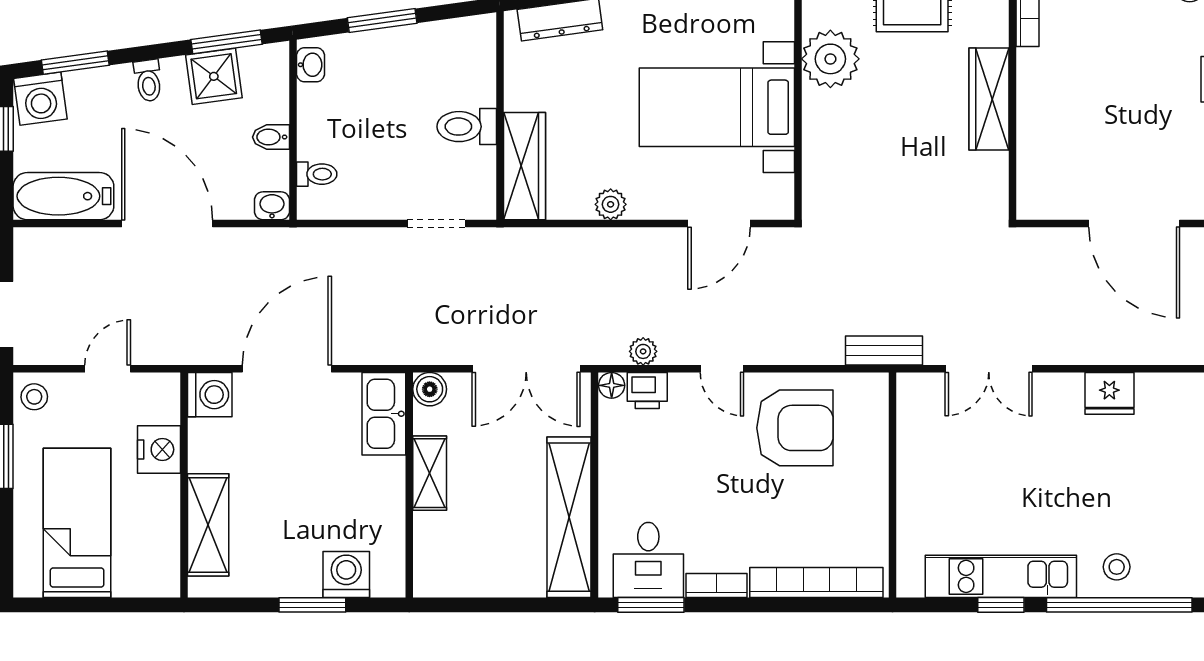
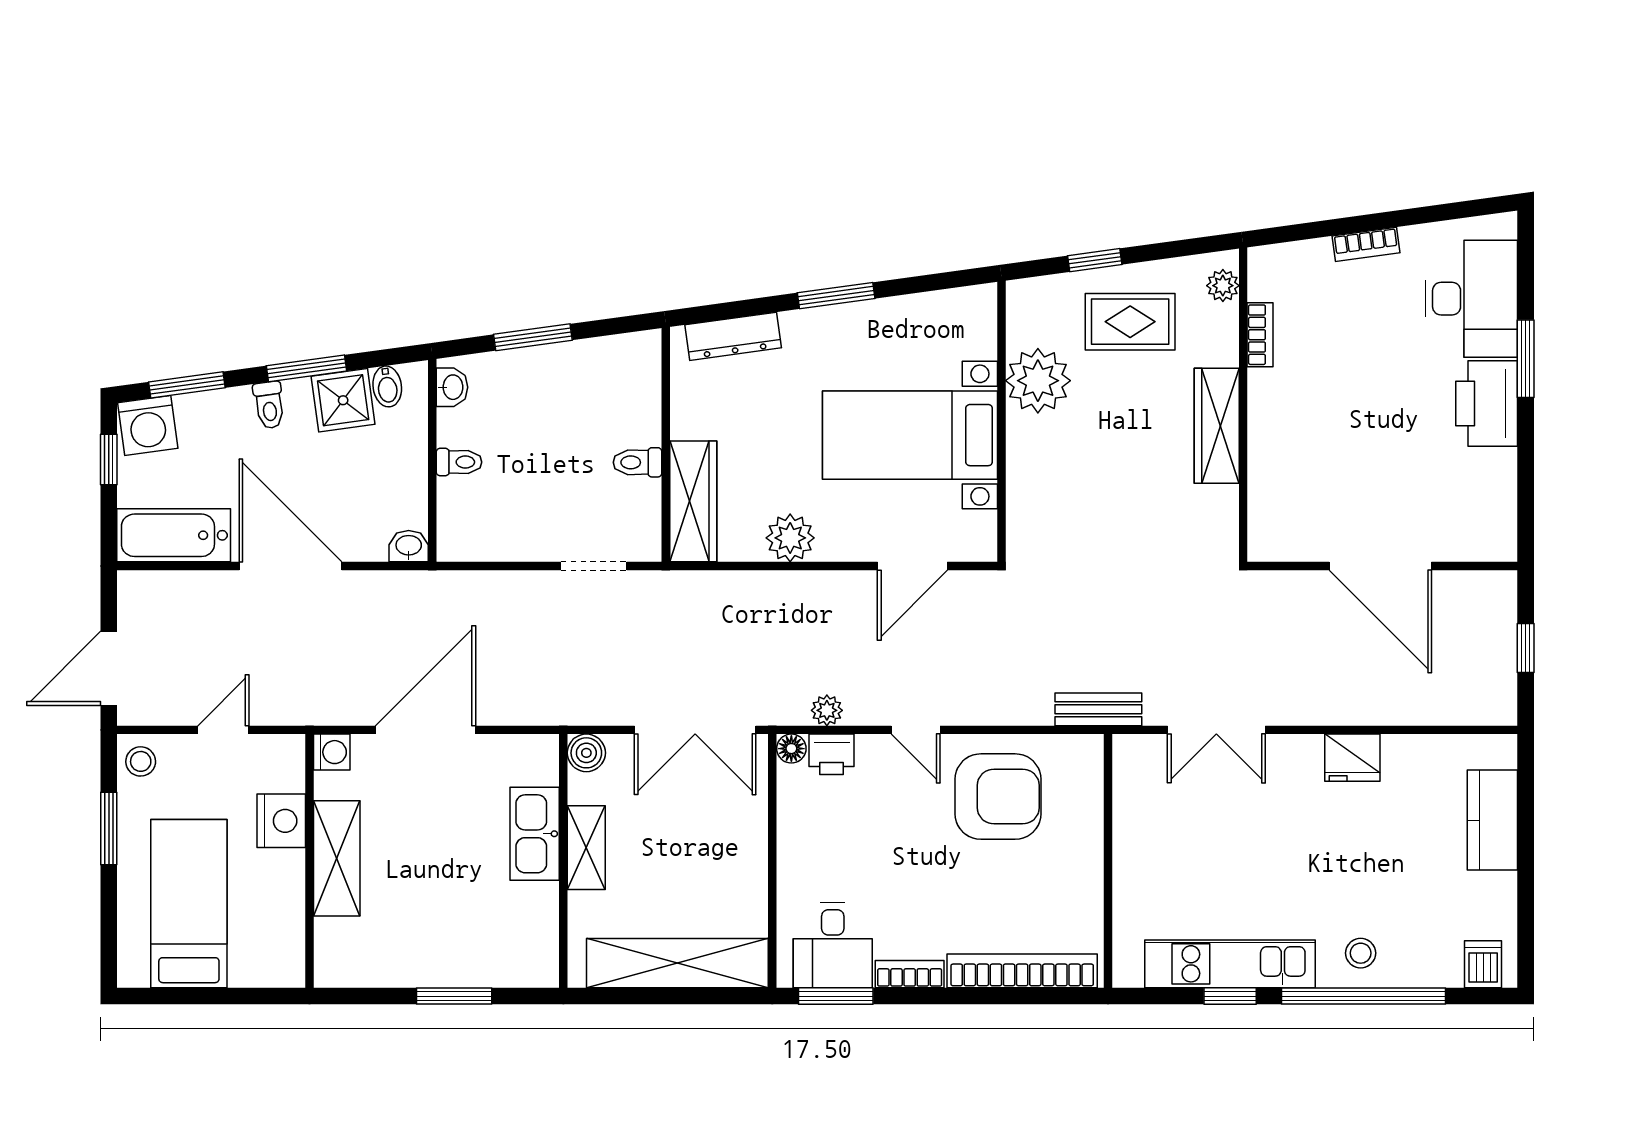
window: (226, 42) -> (306, 368), moved
toilet: (467, 127) -> (637, 462), width x0.73, depth x0.72
bidet: (271, 137) -> (387, 386), moved, turned -98
toilet: (317, 174) -> (459, 462), moved
plant: (611, 204) -> (790, 538), width x1.38, depth x1.38
washing machine: (210, 395) -> (332, 752), width x0.73, depth x0.73
kitchen sink: (384, 414) -> (535, 834), moved
shelving: (569, 517) -> (677, 963), moved, turned 90
shelving: (208, 525) -> (337, 858), moved
washing machine: (346, 574) -> (492, 962), removed

